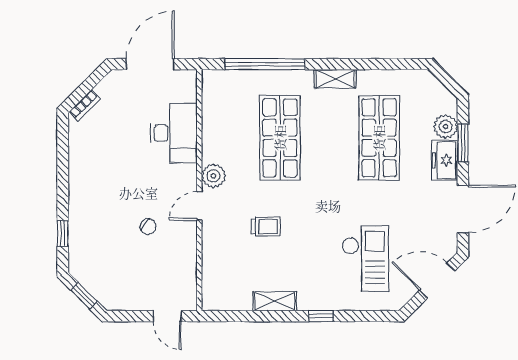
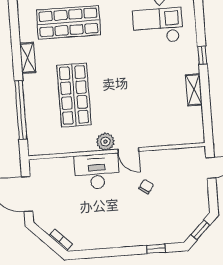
desk: (174, 133) -> (97, 171), moved
shop shelf: (280, 138) -> (74, 95), turned 90
trolley: (266, 227) -> (140, 100), removed

